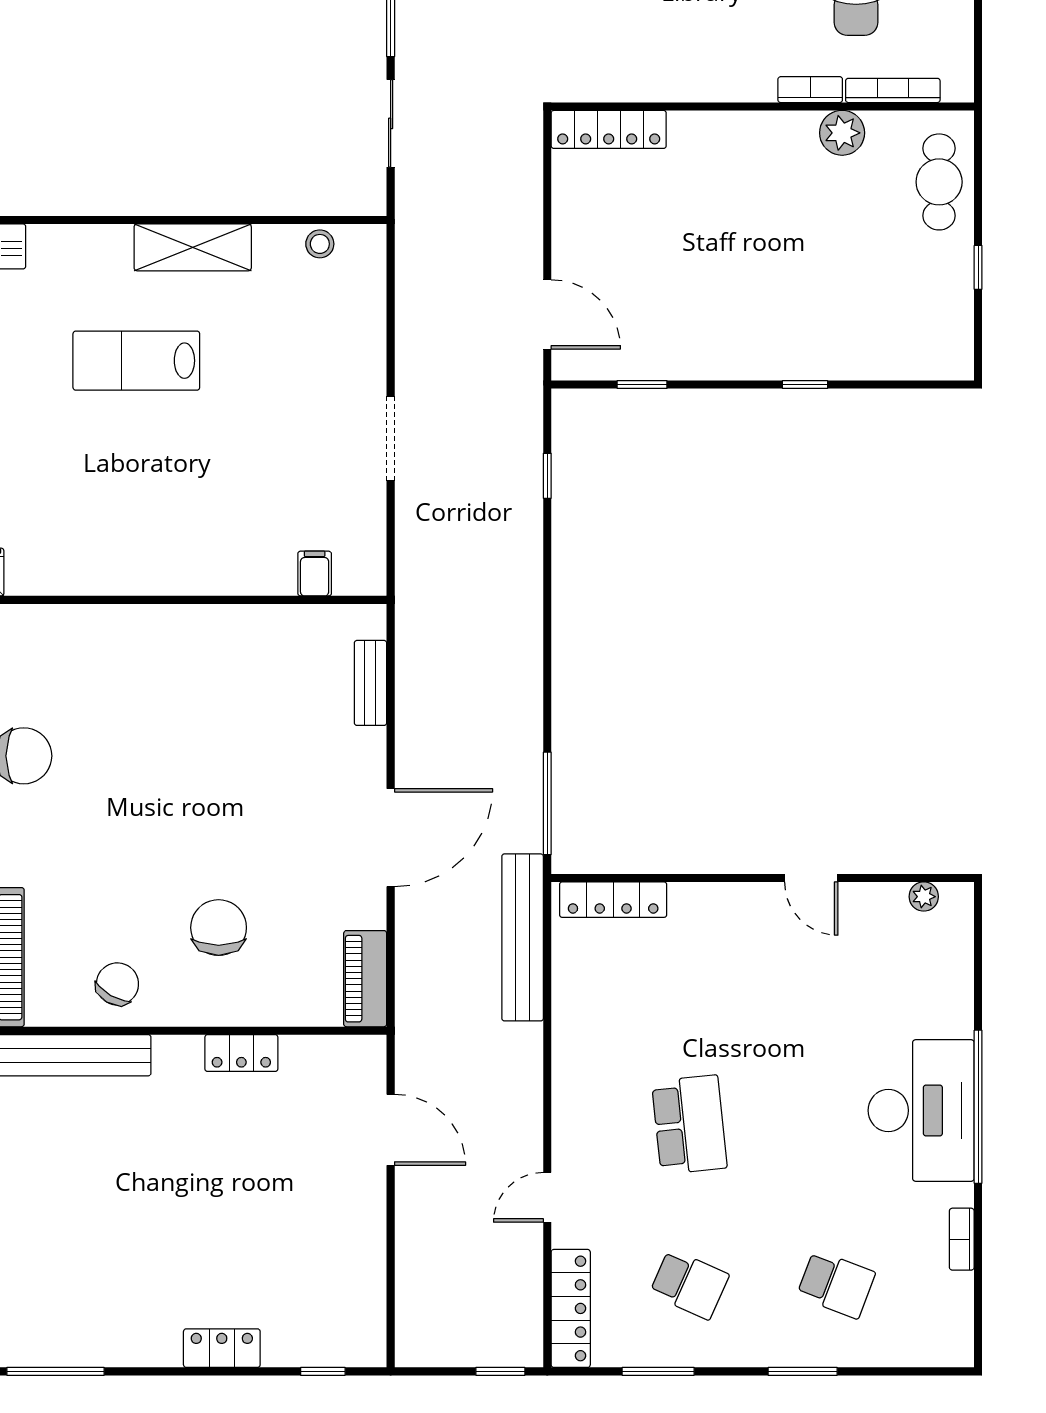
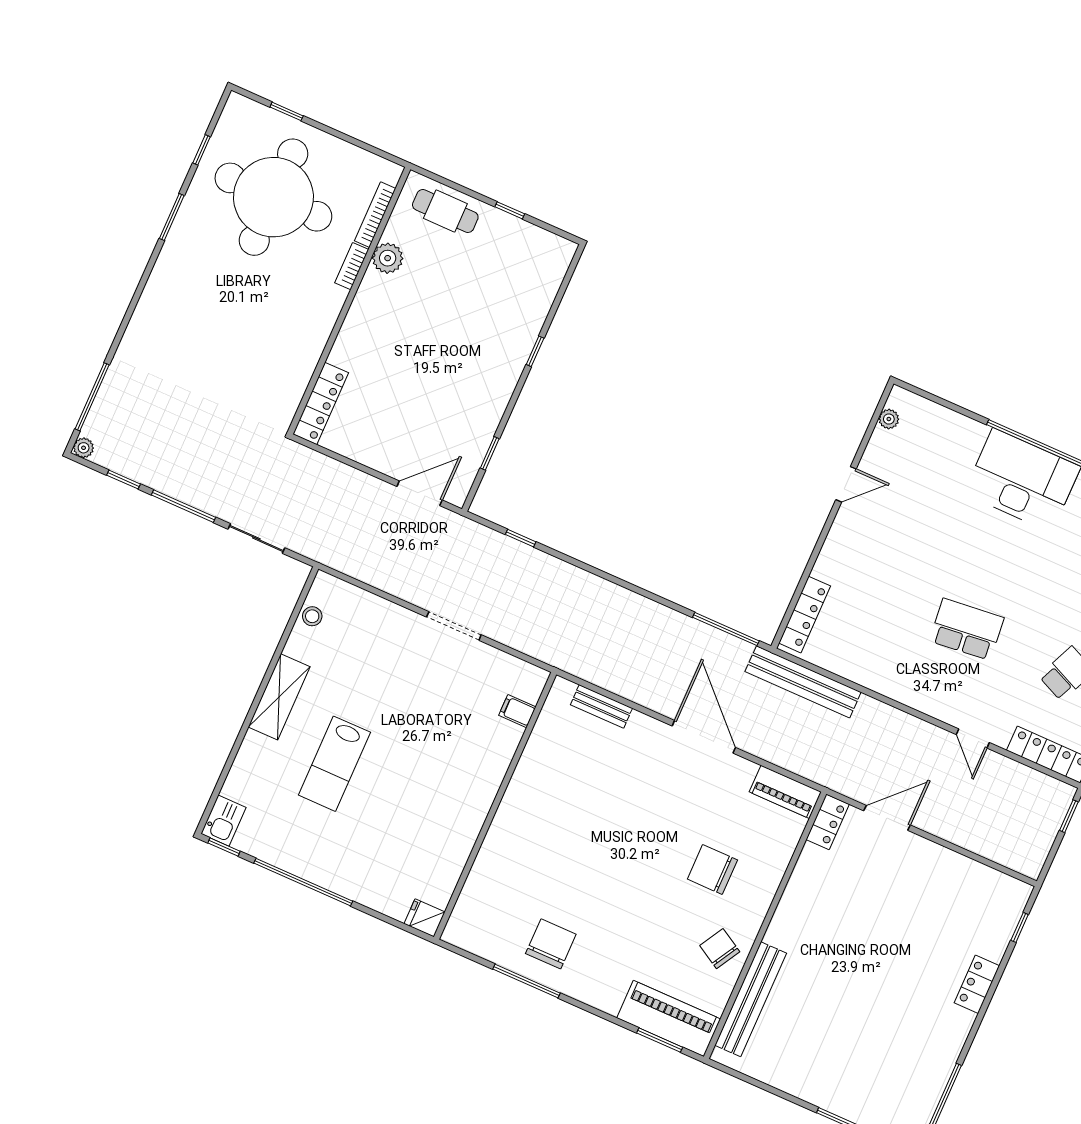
locker: (241, 1053) -> (828, 822), moved

